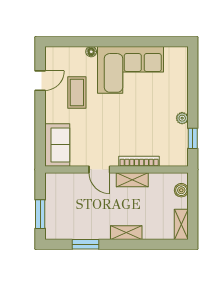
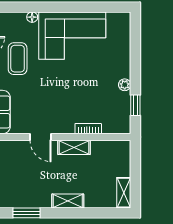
bookcase: (139, 161) -> (88, 129), width x0.64
boiler: (181, 190) -> (124, 158), removed

